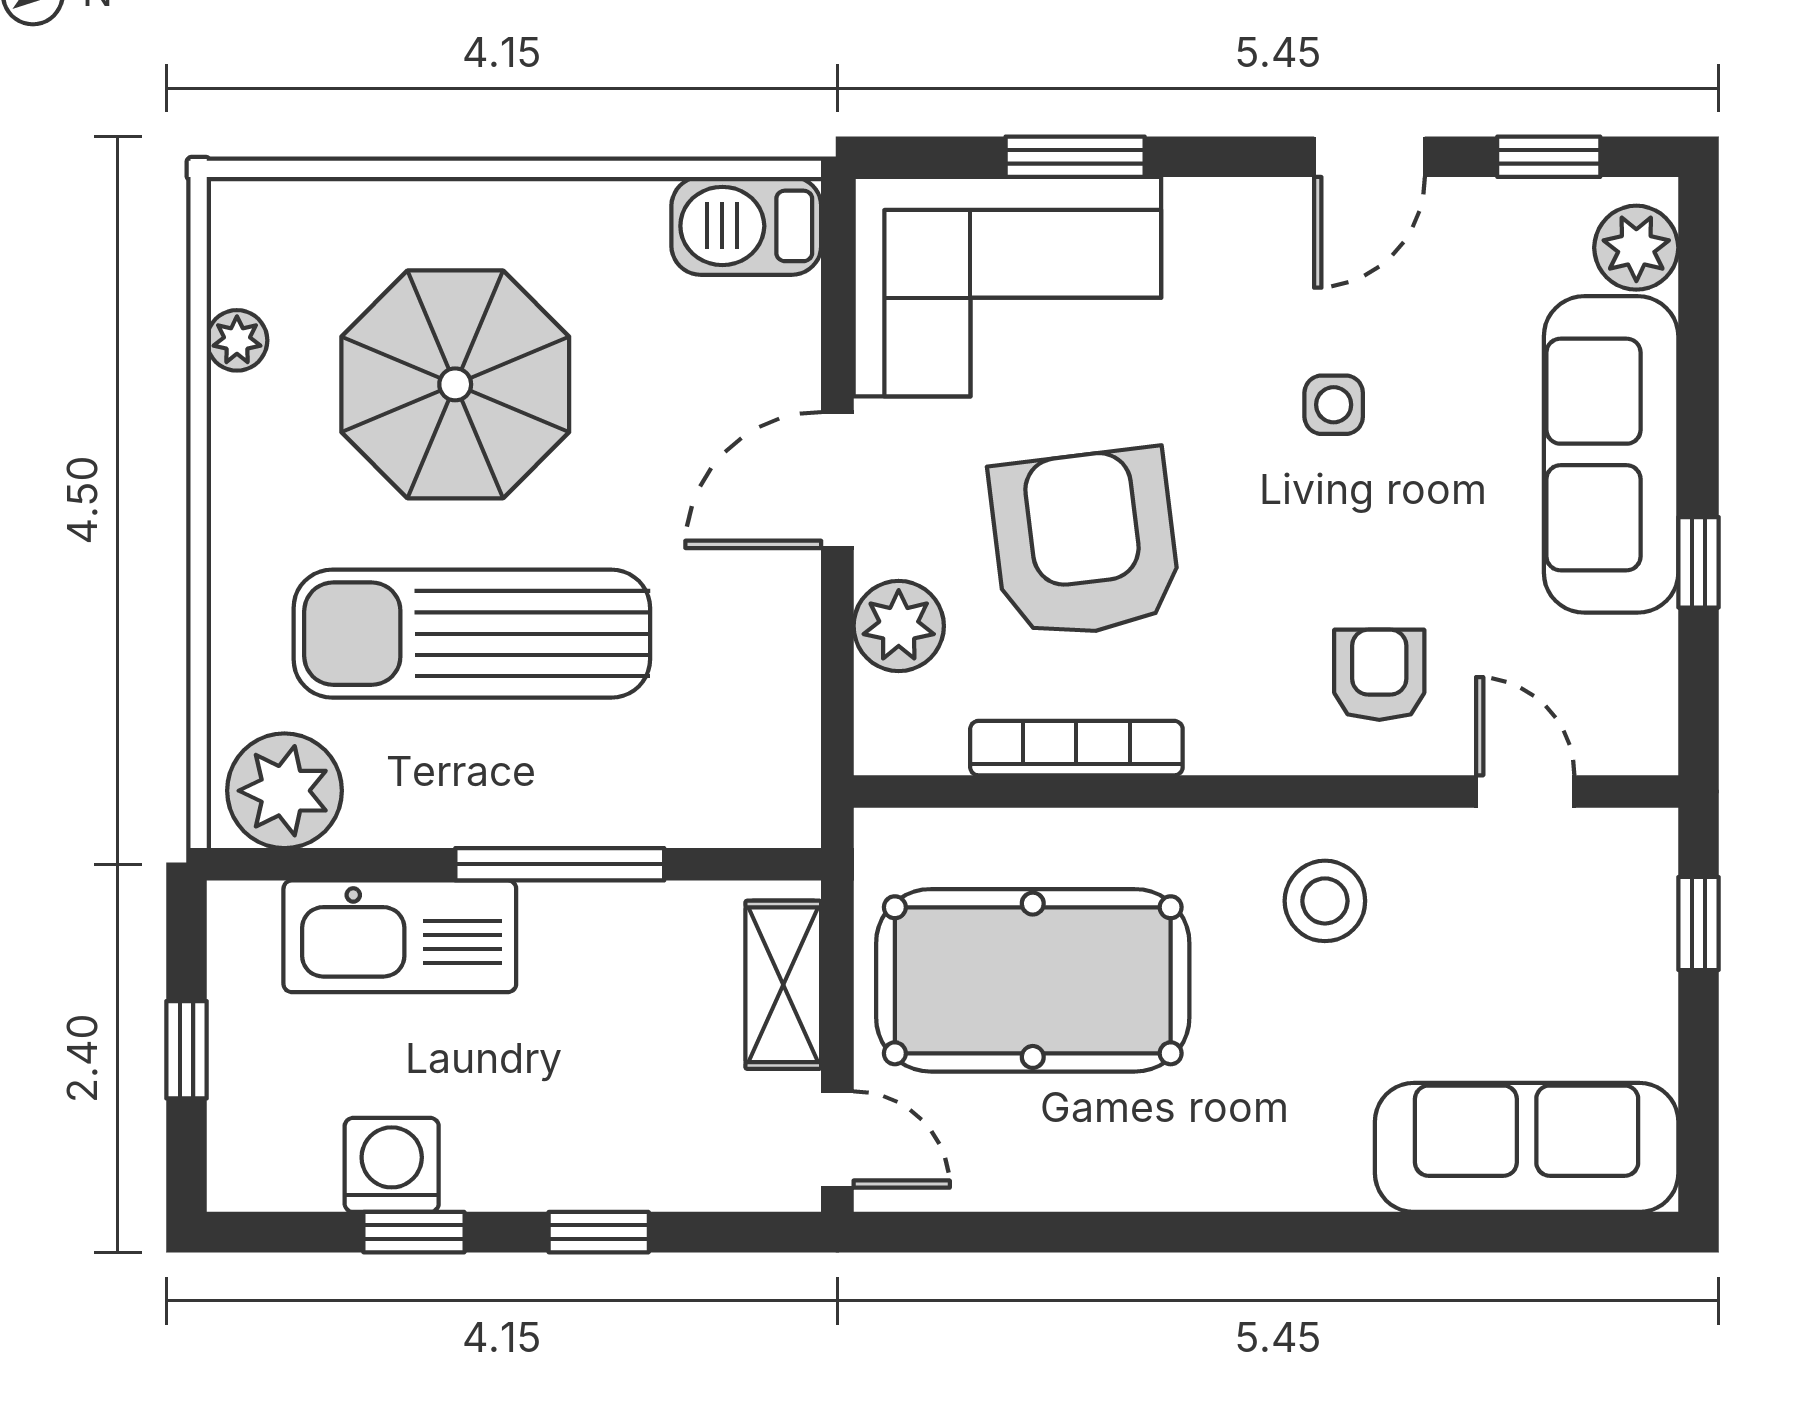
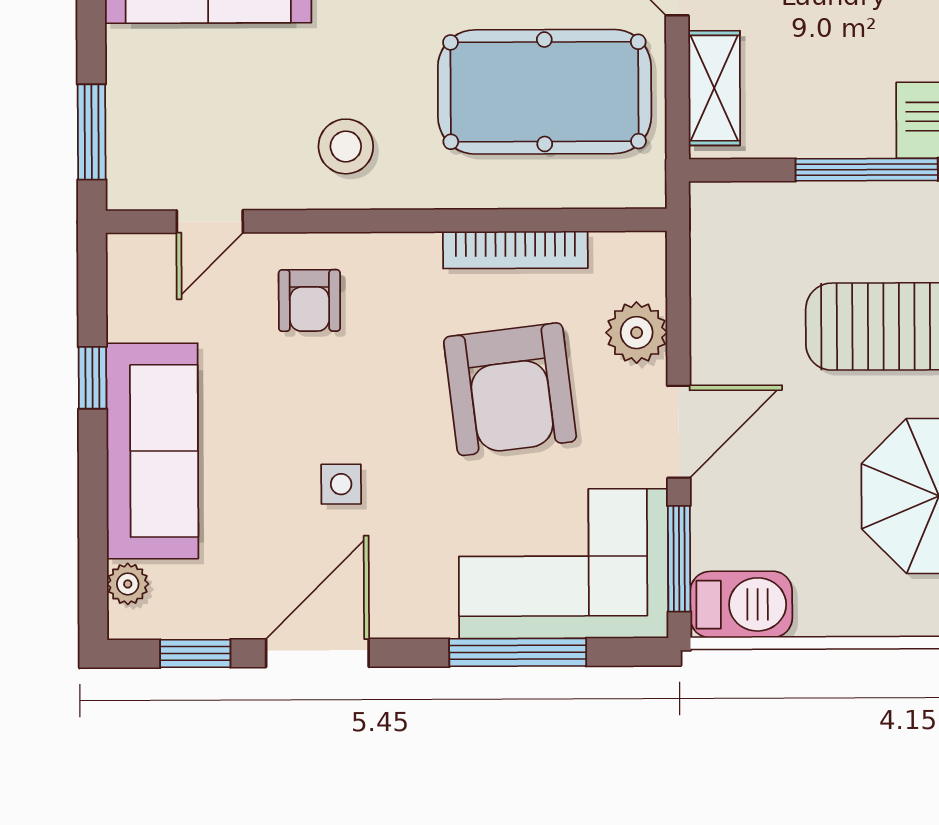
window: (1075, 157) -> (518, 652), width x1.44
door: (1369, 157) -> (317, 653), width x1.38
plant: (1636, 248) -> (128, 584), width x0.73, depth x0.73
window: (837, 293) -> (679, 559), added
door: (1525, 791) -> (210, 221), hinge flipped
window: (1698, 924) -> (92, 132), width x1.50

